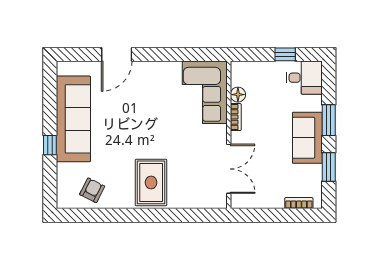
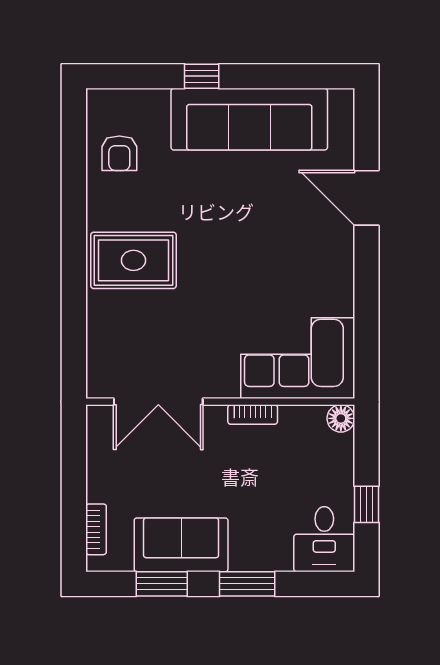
floor lamp: (238, 95) -> (341, 418), moved
sofa: (307, 138) -> (181, 545), moved
armchair: (92, 190) -> (119, 153), turned 63

